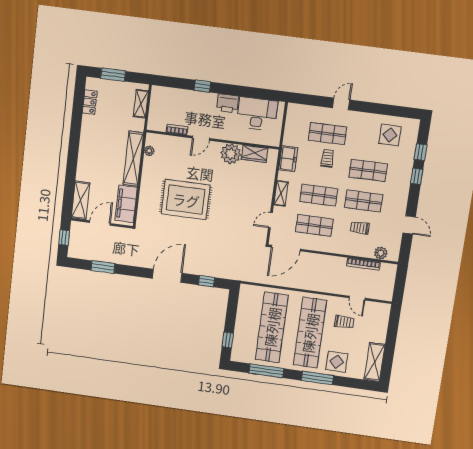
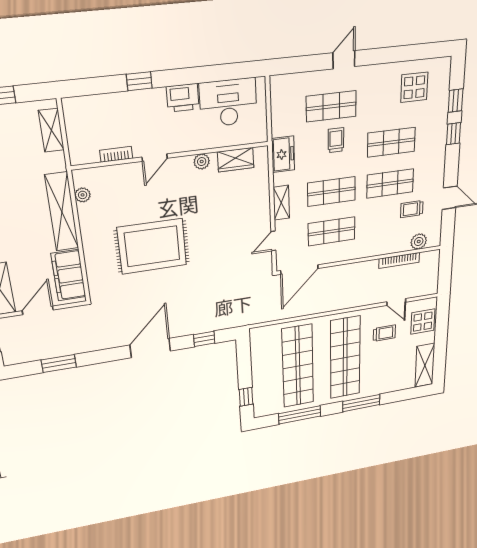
plant: (231, 154) -> (202, 162), width x0.53, depth x0.53
trolley: (360, 228) -> (412, 209), moved
display table: (337, 362) -> (423, 322), moved

